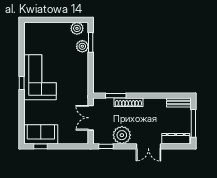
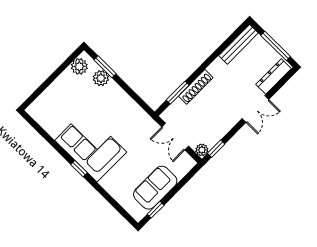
bench: (179, 102) -> (239, 44), width x1.36
sofa: (41, 134) -> (155, 188), moved
plant: (122, 135) -> (202, 150), moved, width x0.53, depth x0.53

